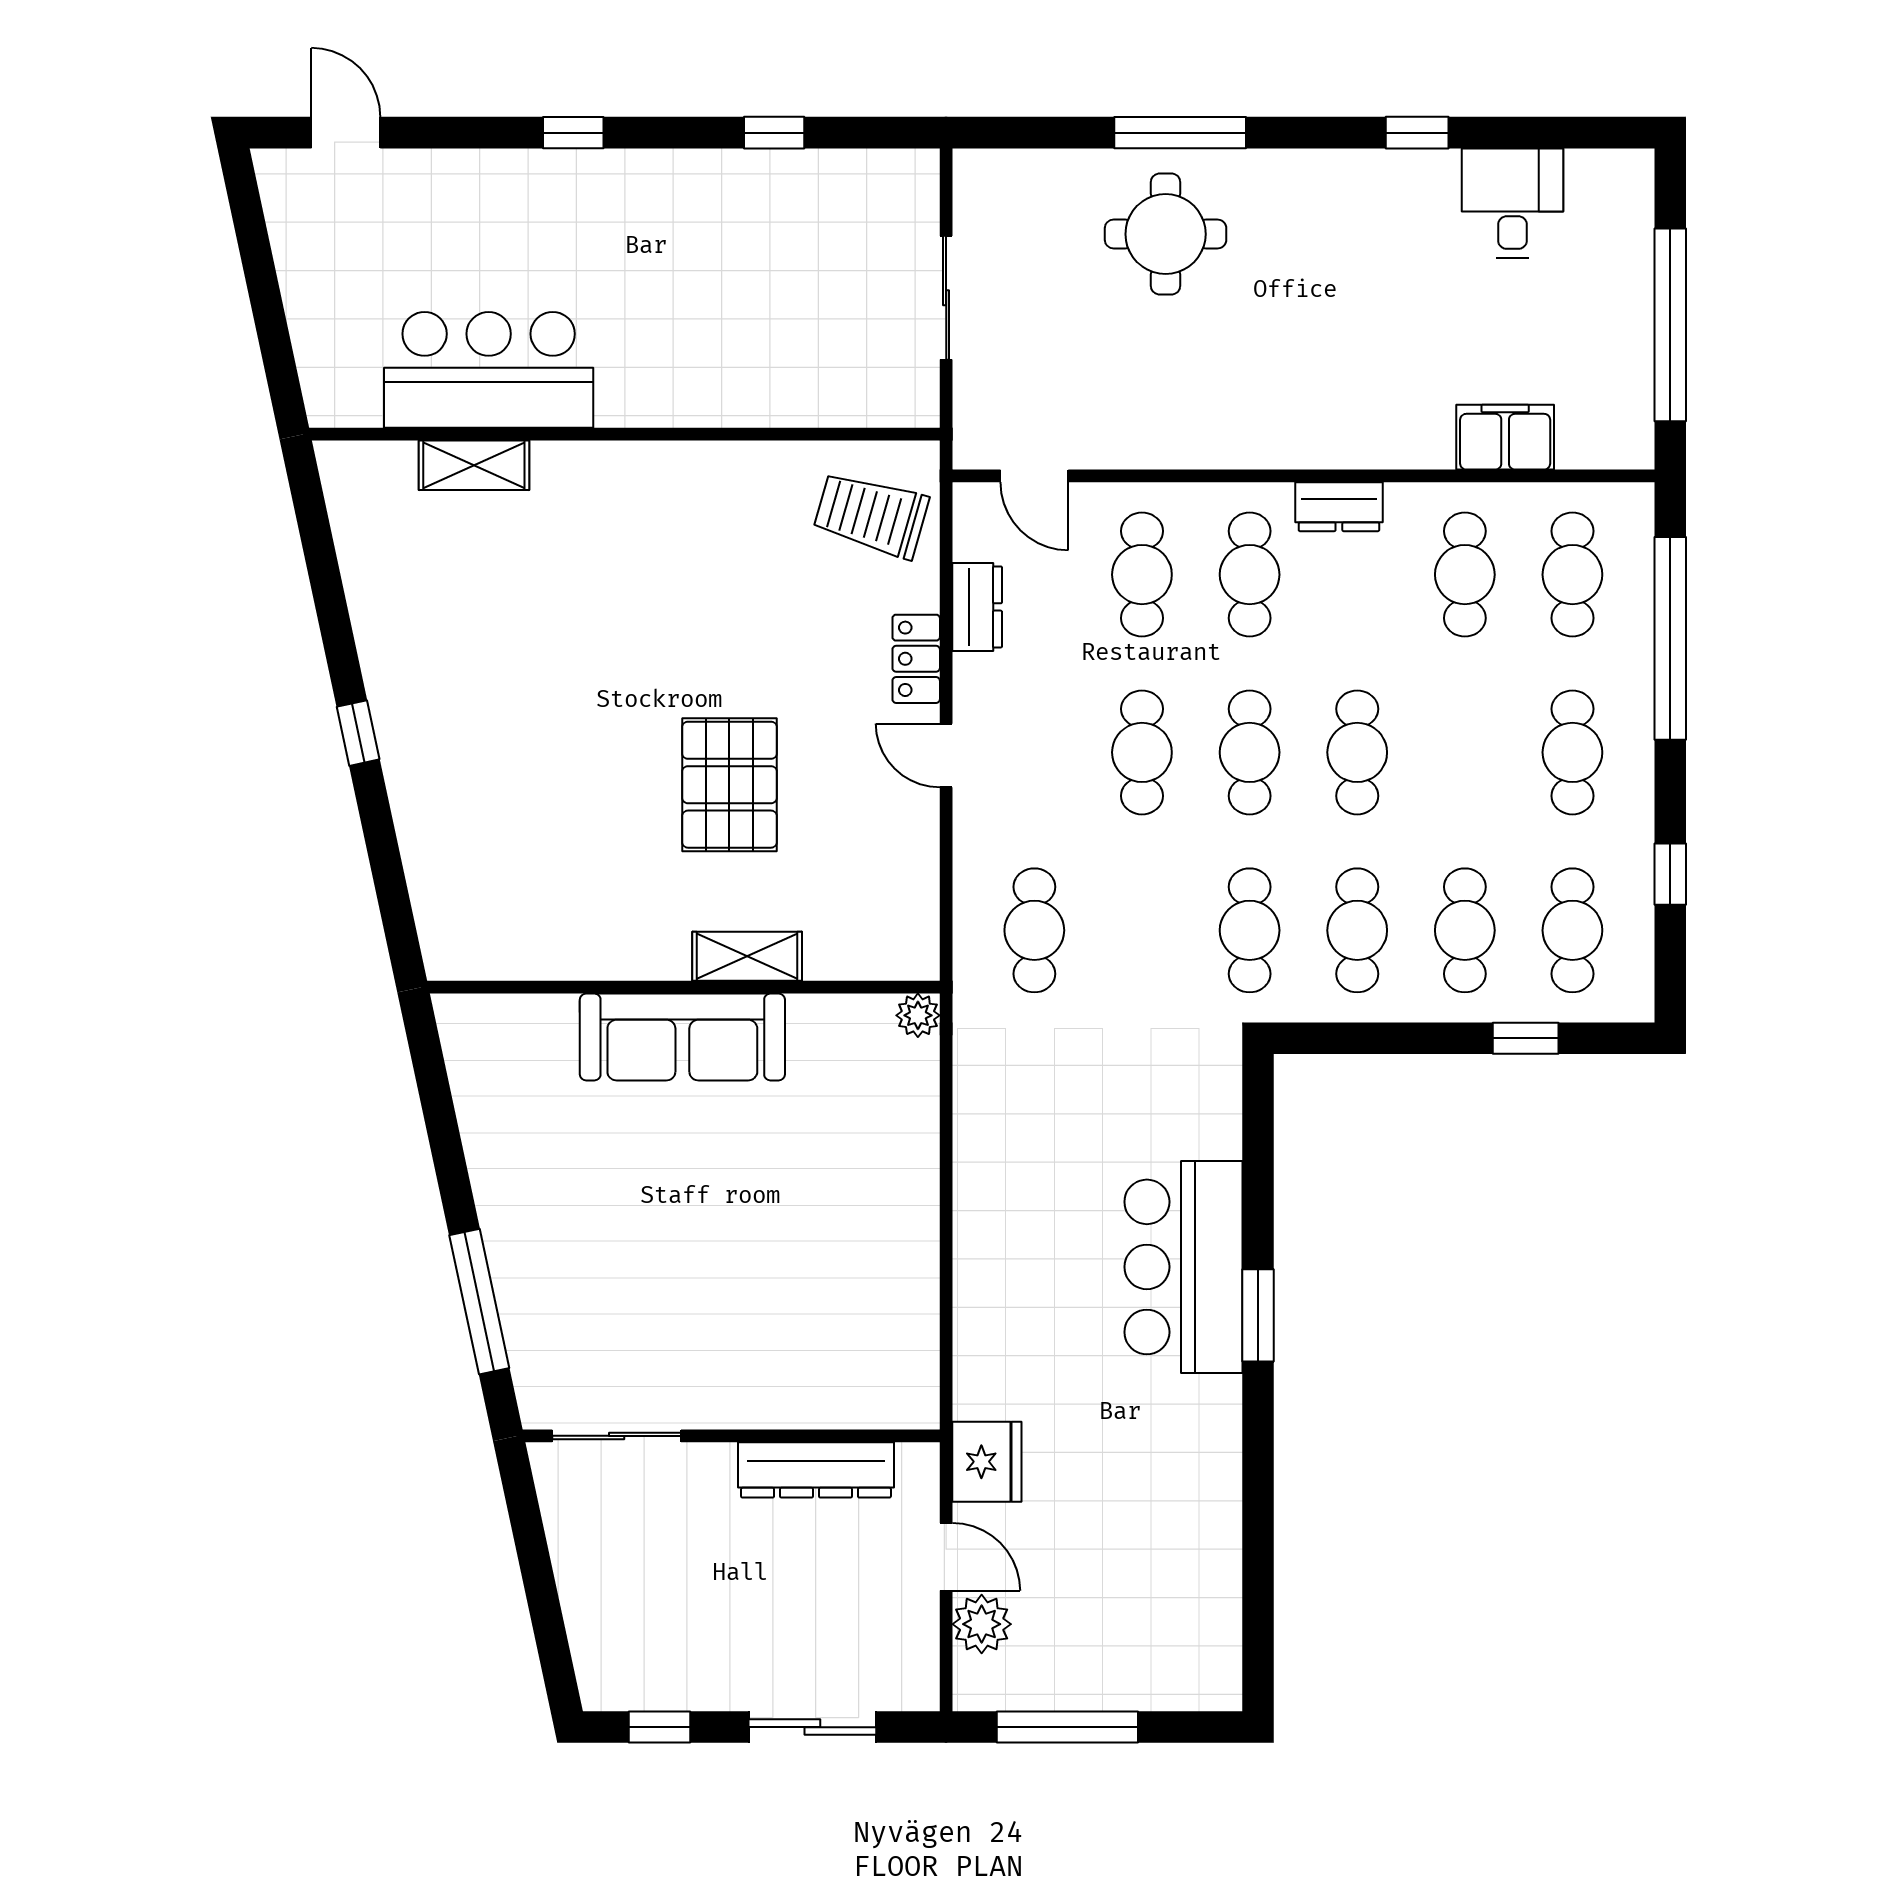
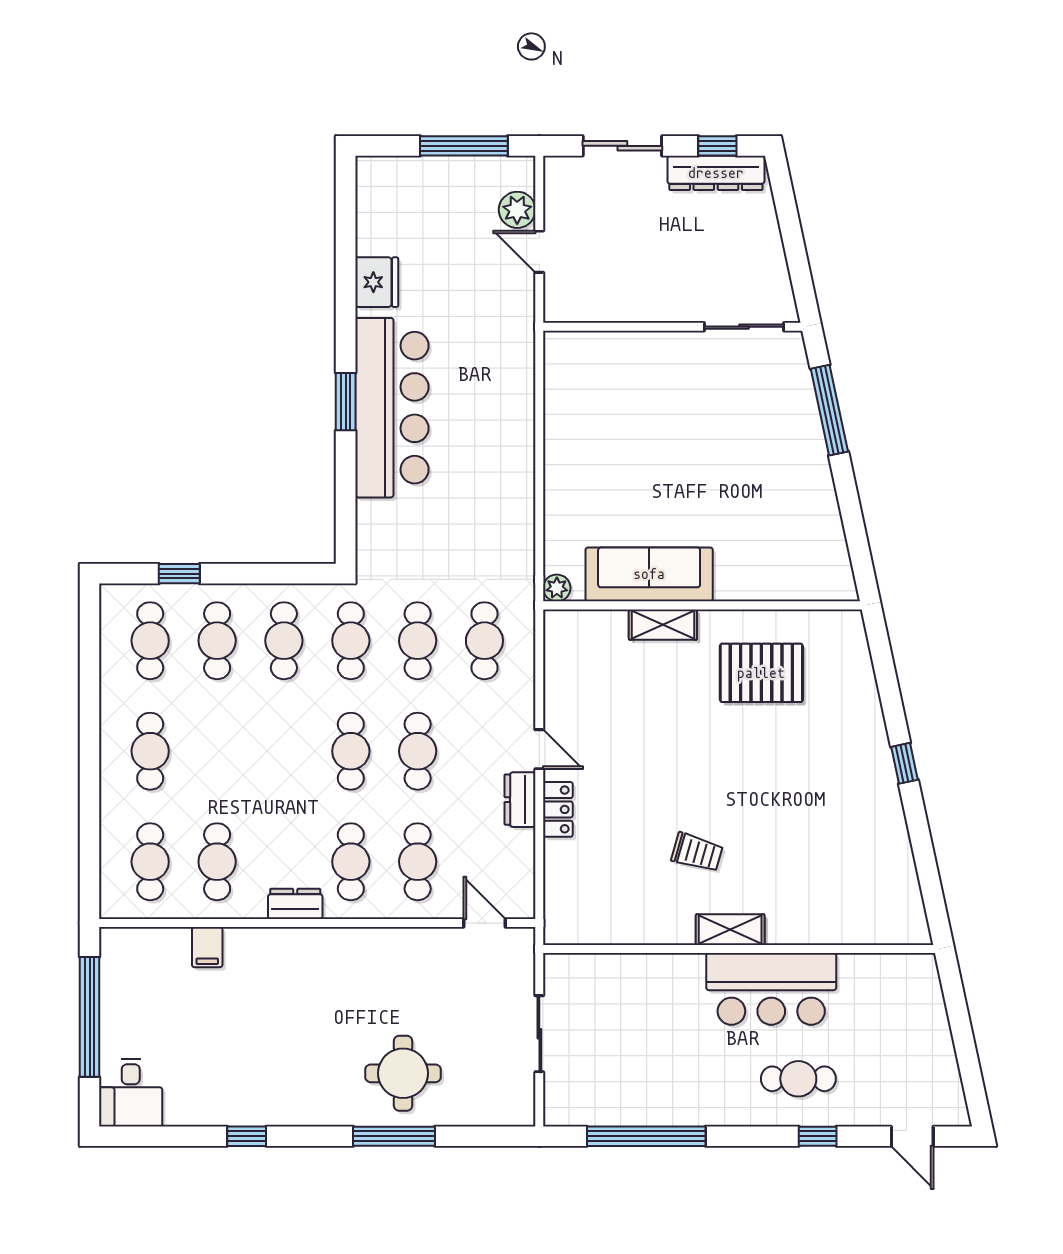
window: (573, 133) -> (818, 1136), moved
window: (774, 133) -> (646, 1136), width x3.17
desk: (1512, 203) -> (131, 1093), moved
cafe table: (529, 225) -> (798, 1079), added
bar counter: (489, 370) -> (771, 989), moved
filing cabinet: (1505, 437) -> (207, 947), width x0.50
shelving: (474, 465) -> (730, 930), moved
trolley: (871, 515) -> (697, 852), moved, width x0.73, depth x0.72
dresser: (977, 607) -> (520, 800), moved
window: (1670, 638) -> (90, 822), removed
cafe table: (1357, 752) -> (418, 641), moved
pallet: (729, 785) -> (761, 673), moved, turned 90
window: (1670, 874) -> (90, 676), removed
sofa: (682, 1037) -> (649, 574), moved
bar counter: (1183, 1267) -> (392, 408), width x1.36
fridge: (987, 1462) -> (377, 282), moved, turned 180
dresser: (816, 1470) -> (716, 173), moved, turned 180

